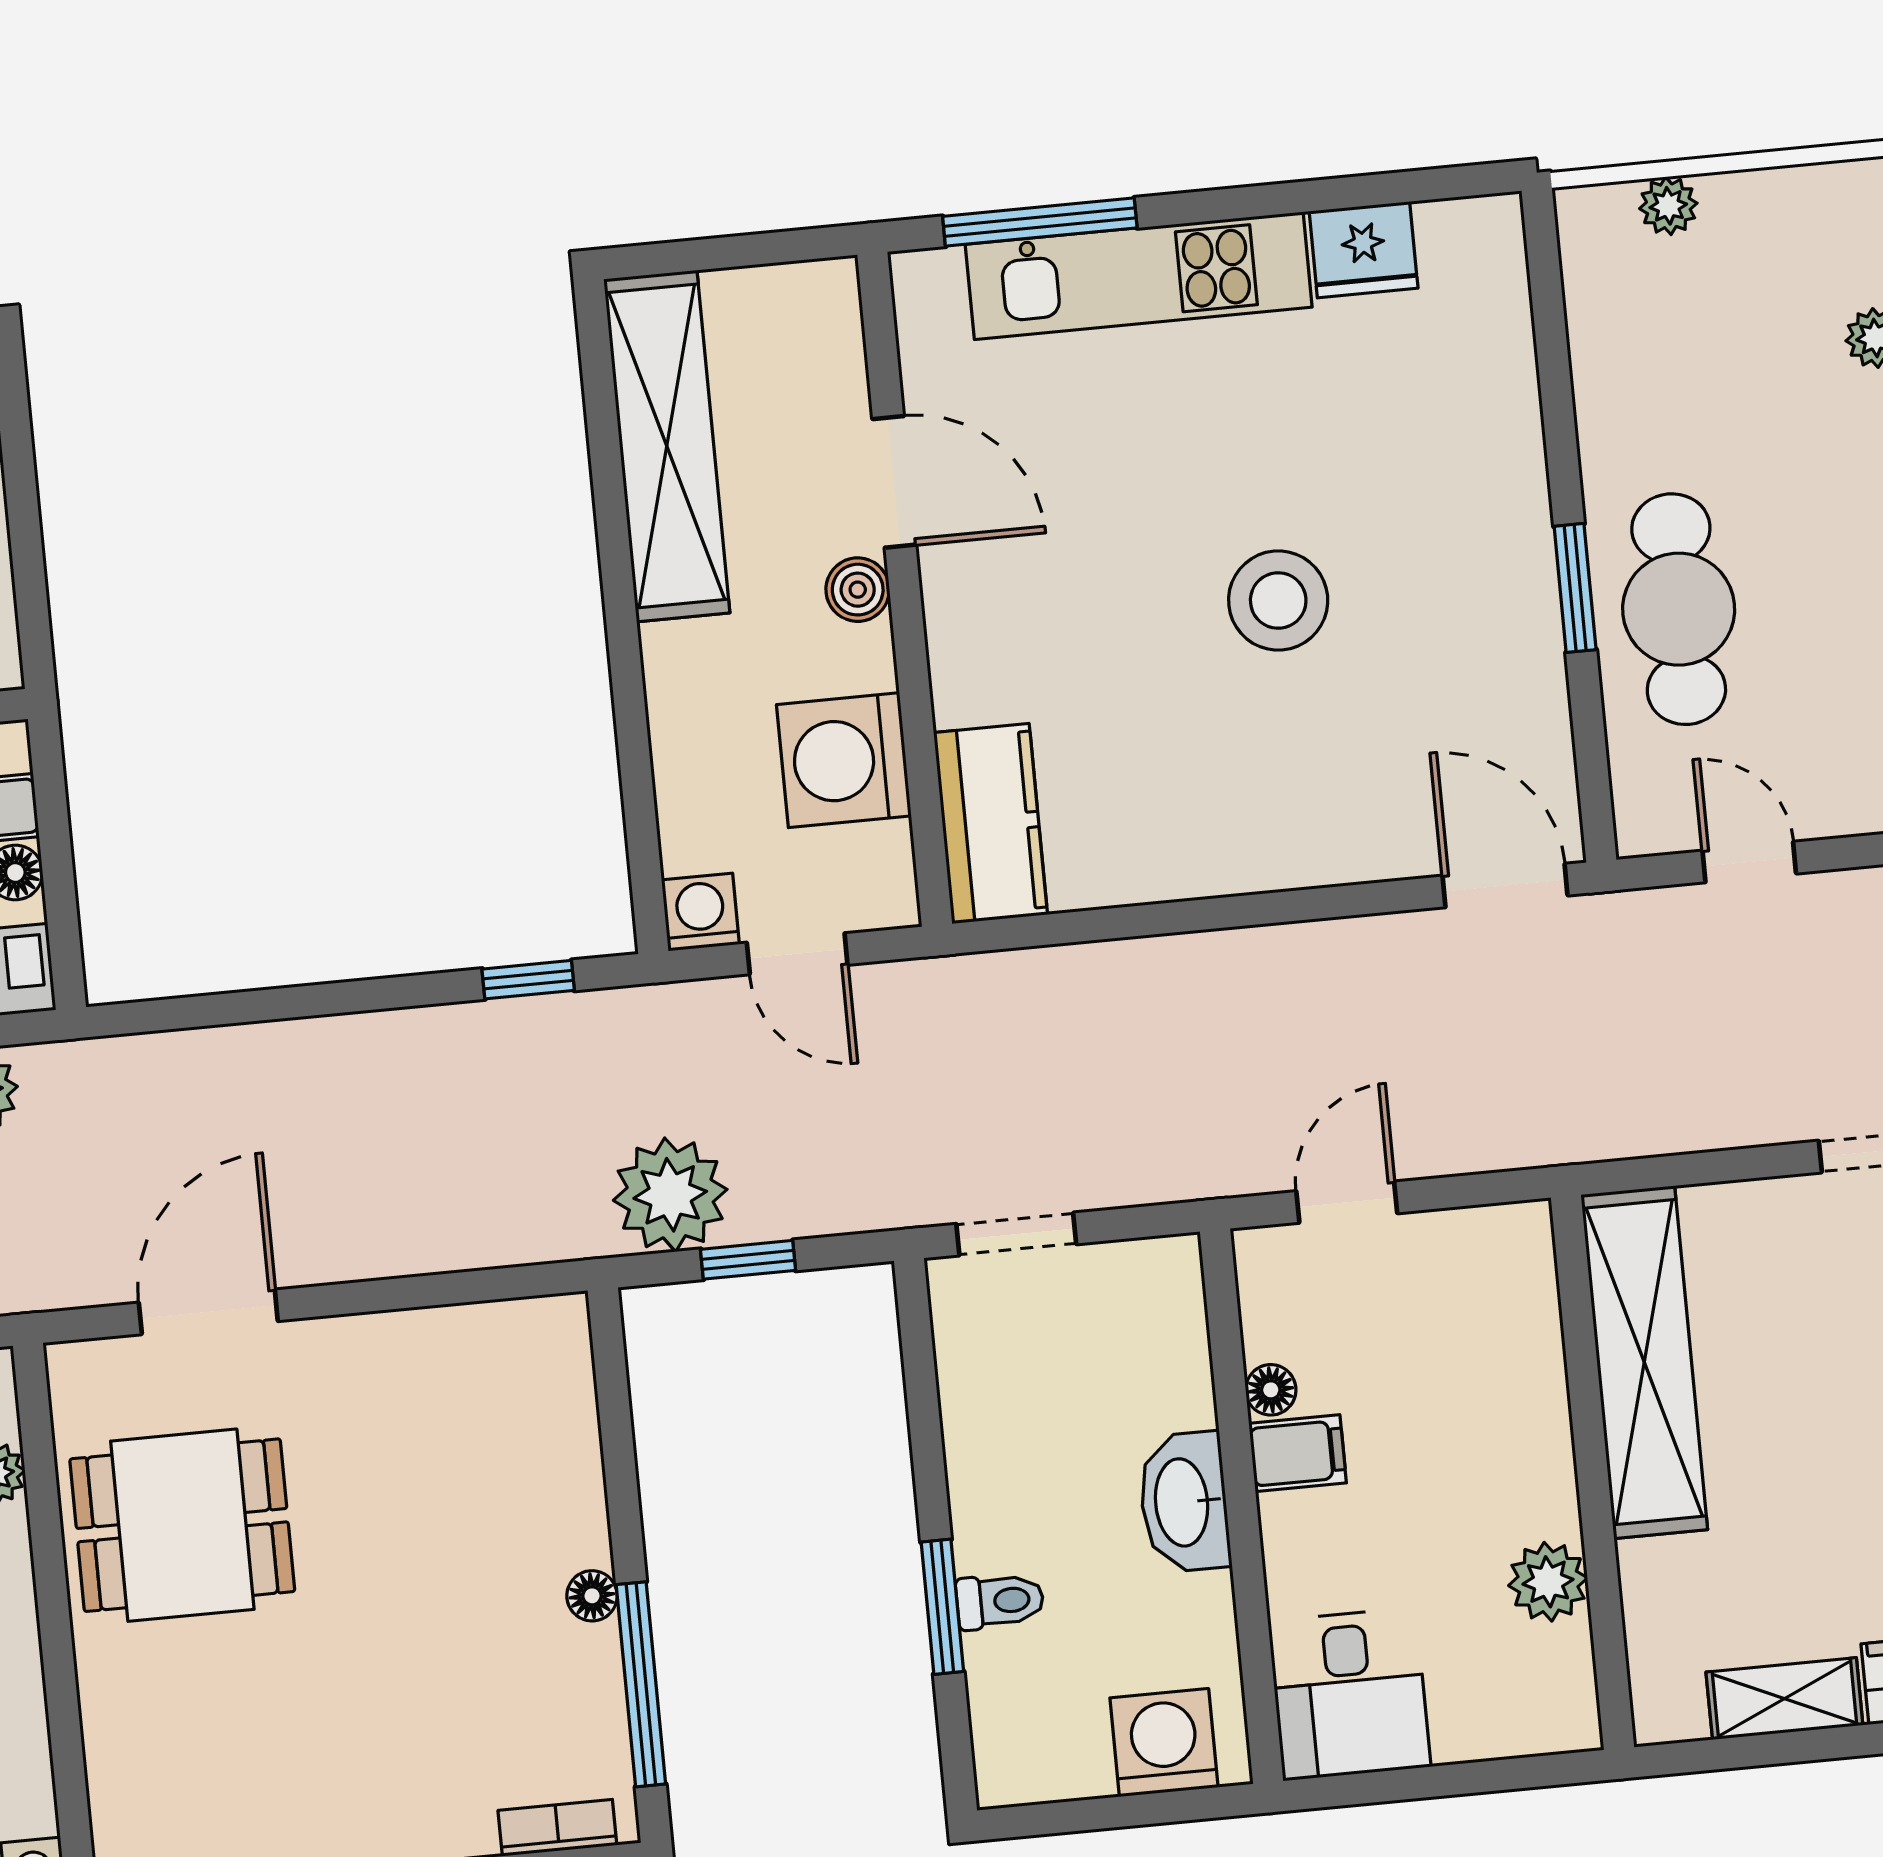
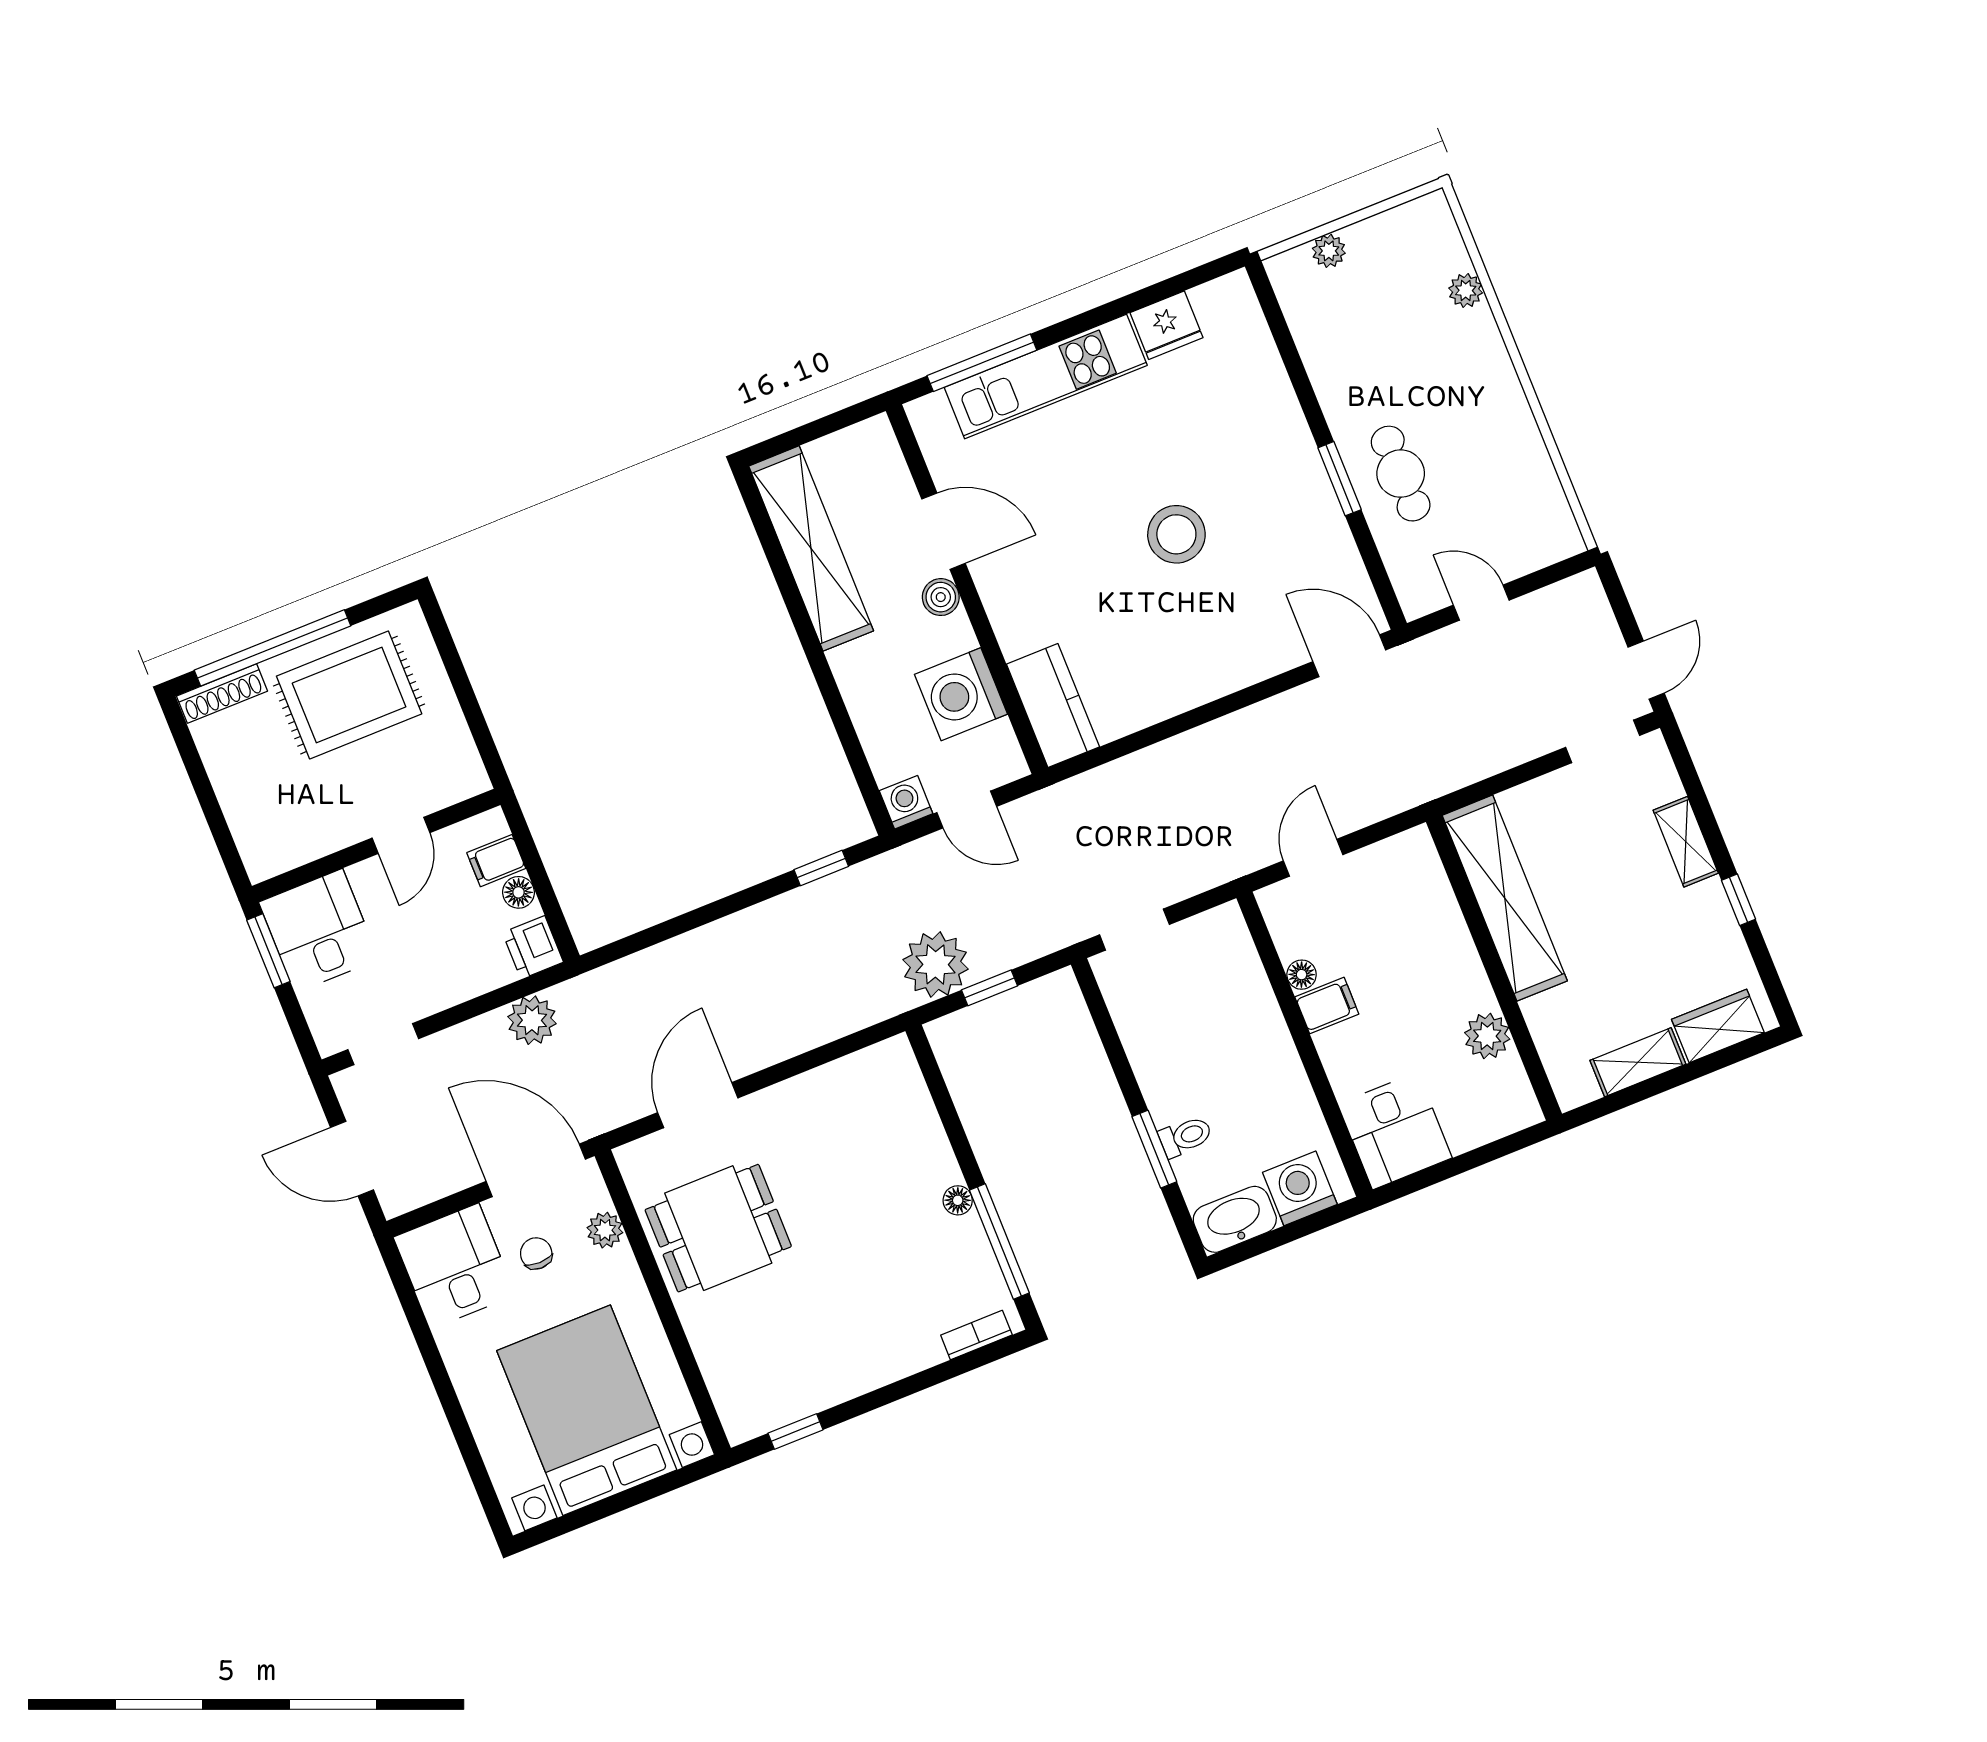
cafe table: (1679, 609) -> (1401, 474), width x0.73, depth x0.74
washbasin: (1184, 1502) -> (1235, 1219), moved, turned 90

